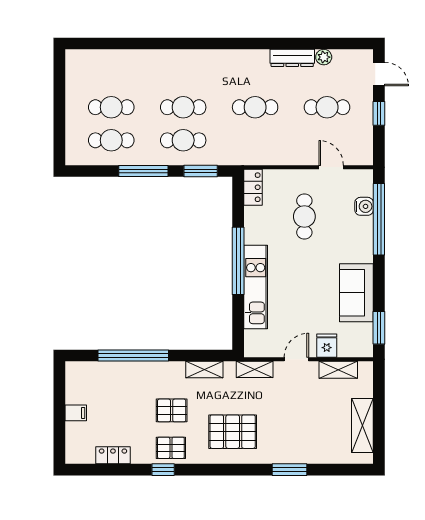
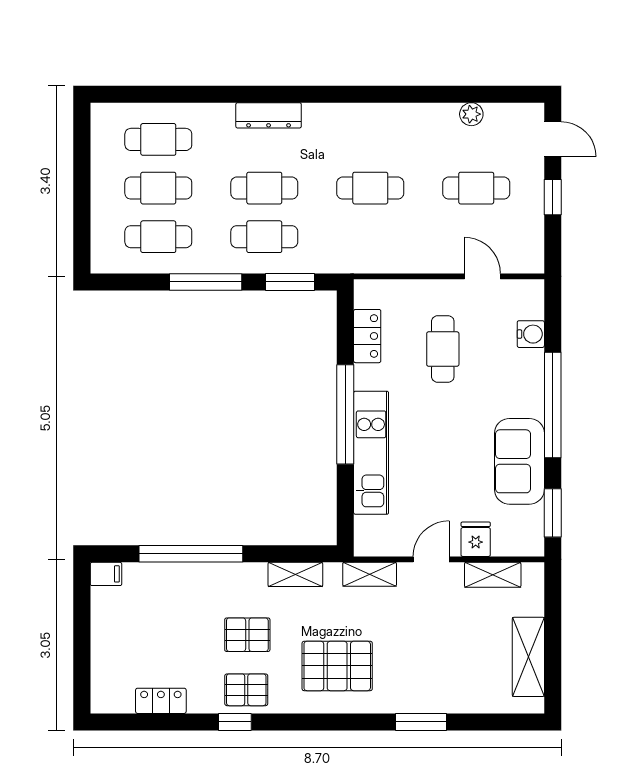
dresser: (292, 58) -> (269, 115), moved
cafe table: (111, 74) -> (158, 139), added
locker: (253, 187) -> (367, 336), moved
window: (379, 219) -> (553, 405), moved
filing cabinet: (76, 413) -> (106, 574), moved

